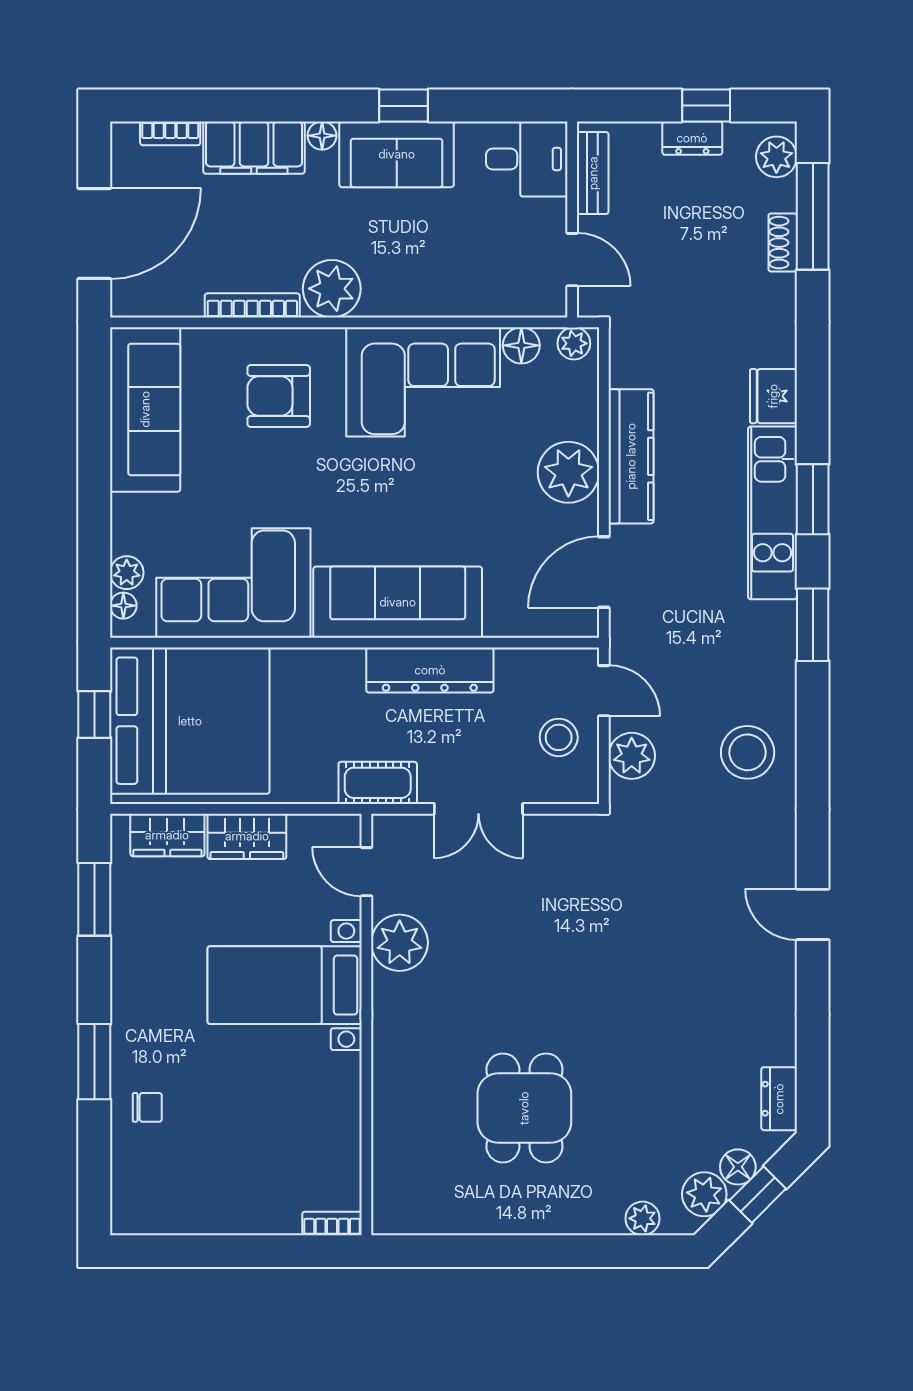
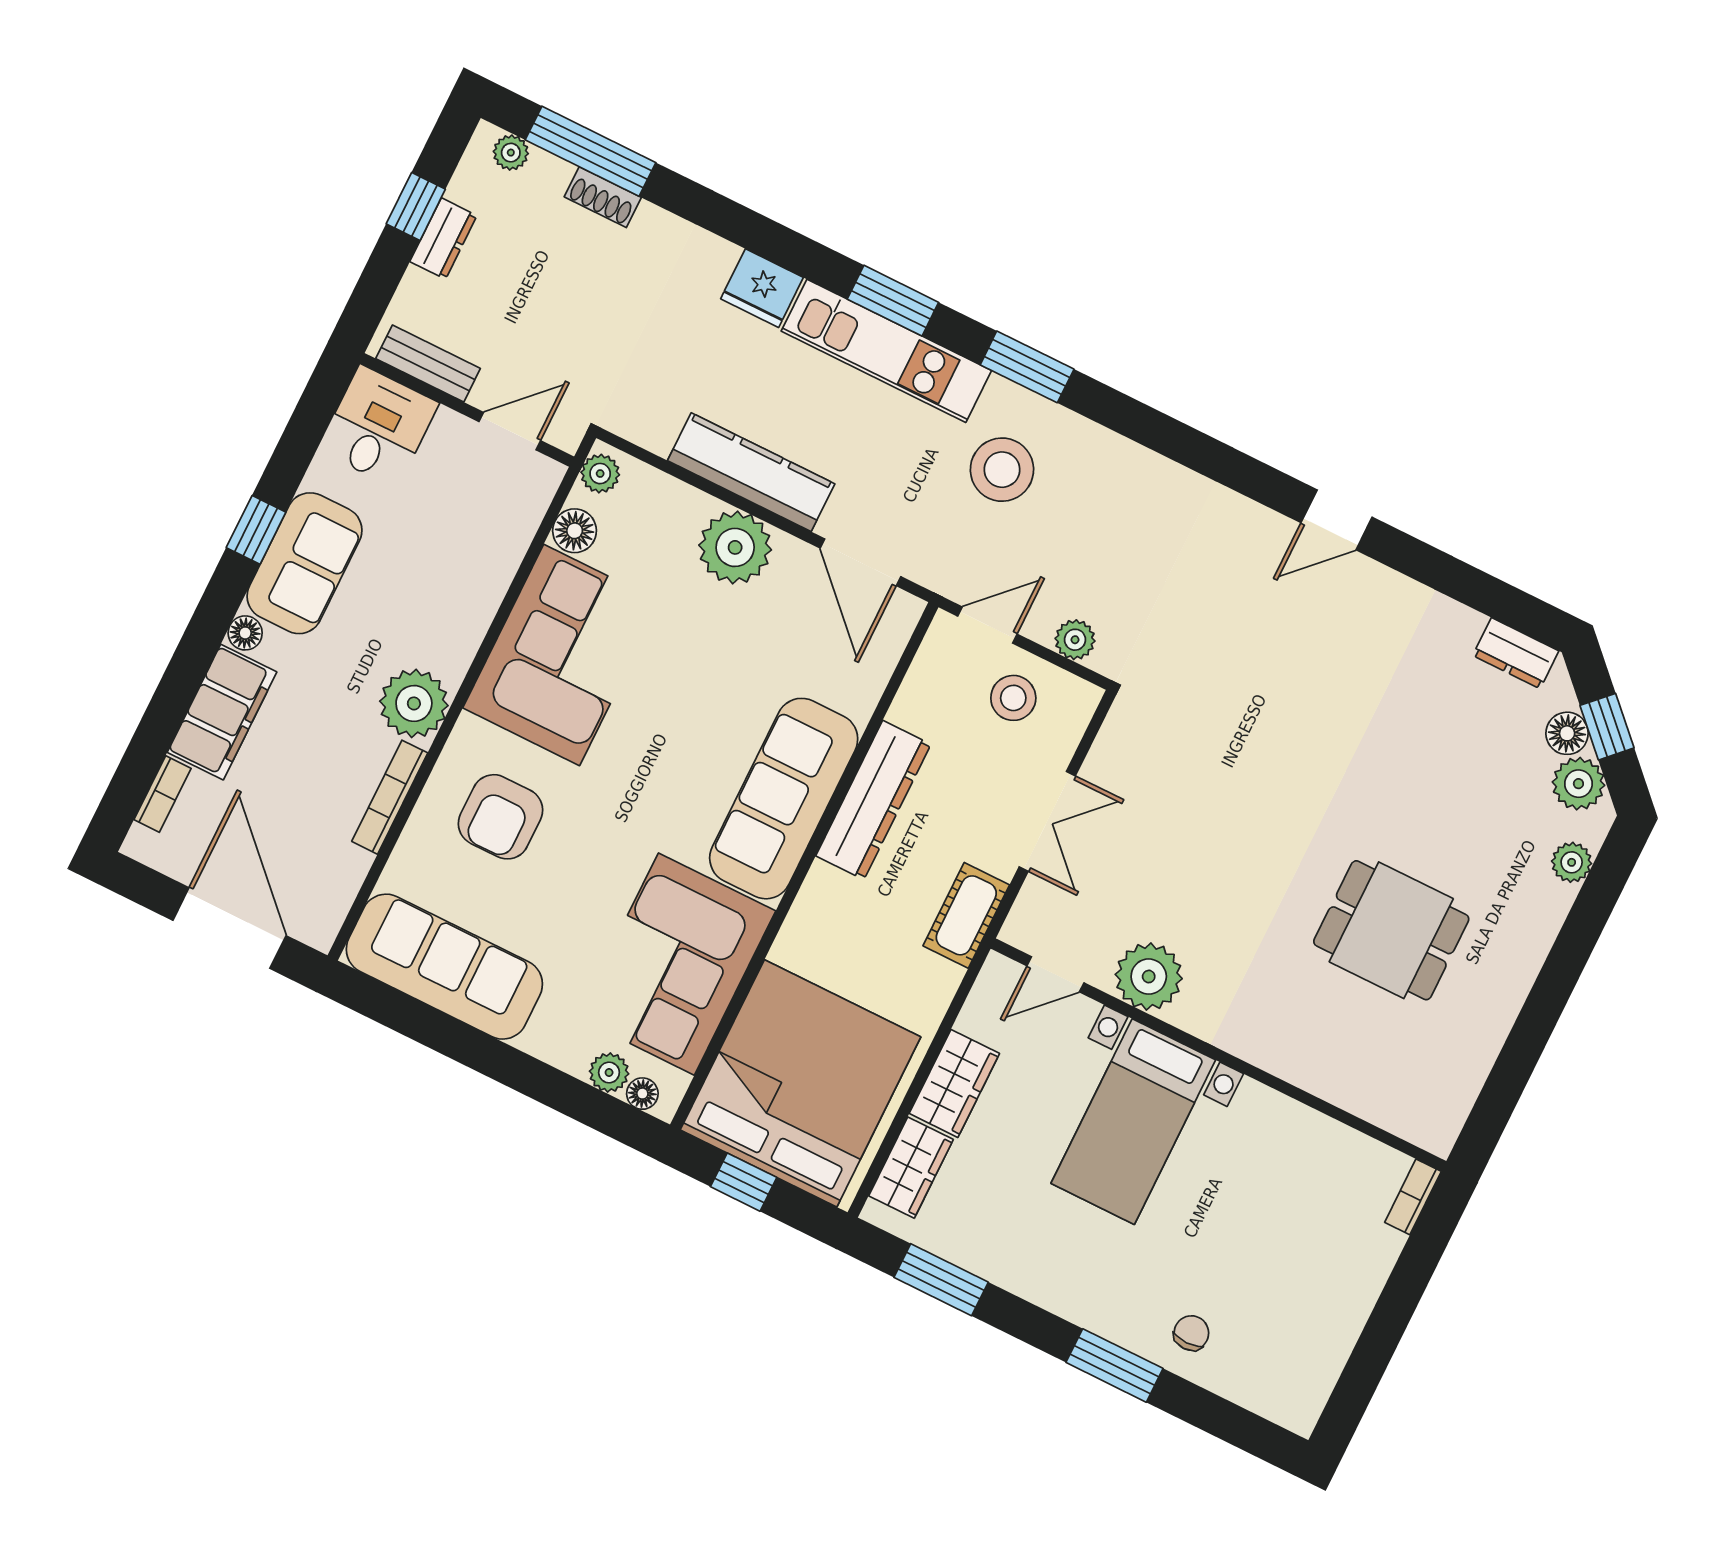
plant: (776, 157) -> (511, 153), width x0.73, depth x0.73
stool: (748, 752) -> (1002, 470), moved
plant: (632, 756) -> (1075, 640), width x0.73, depth x0.73

